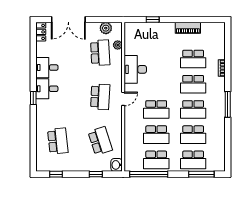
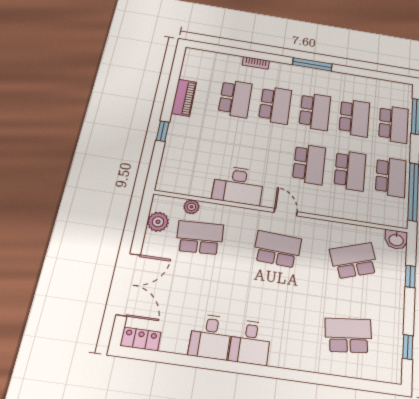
window: (153, 20) -> (163, 131), moved
window: (33, 98) -> (264, 371), removed

